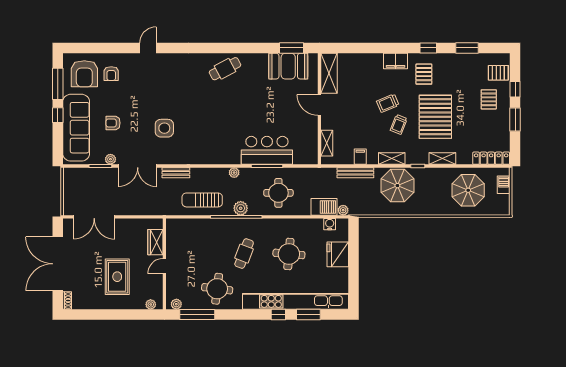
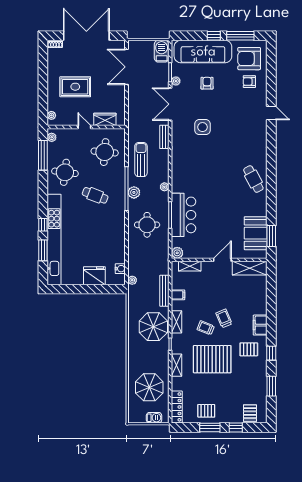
pallet: (489, 99) -> (206, 411), moved
plant: (311, 158) -> (177, 253), added
barbecue: (324, 207) -> (162, 51), moved, turned 180
round table: (289, 254) -> (105, 152), moved

